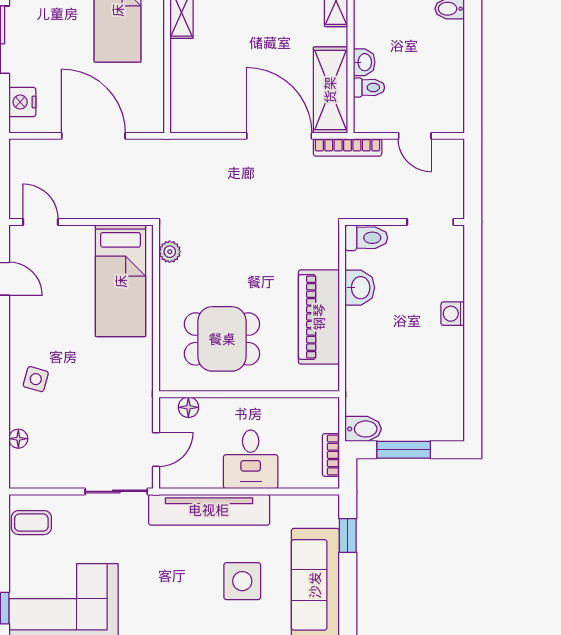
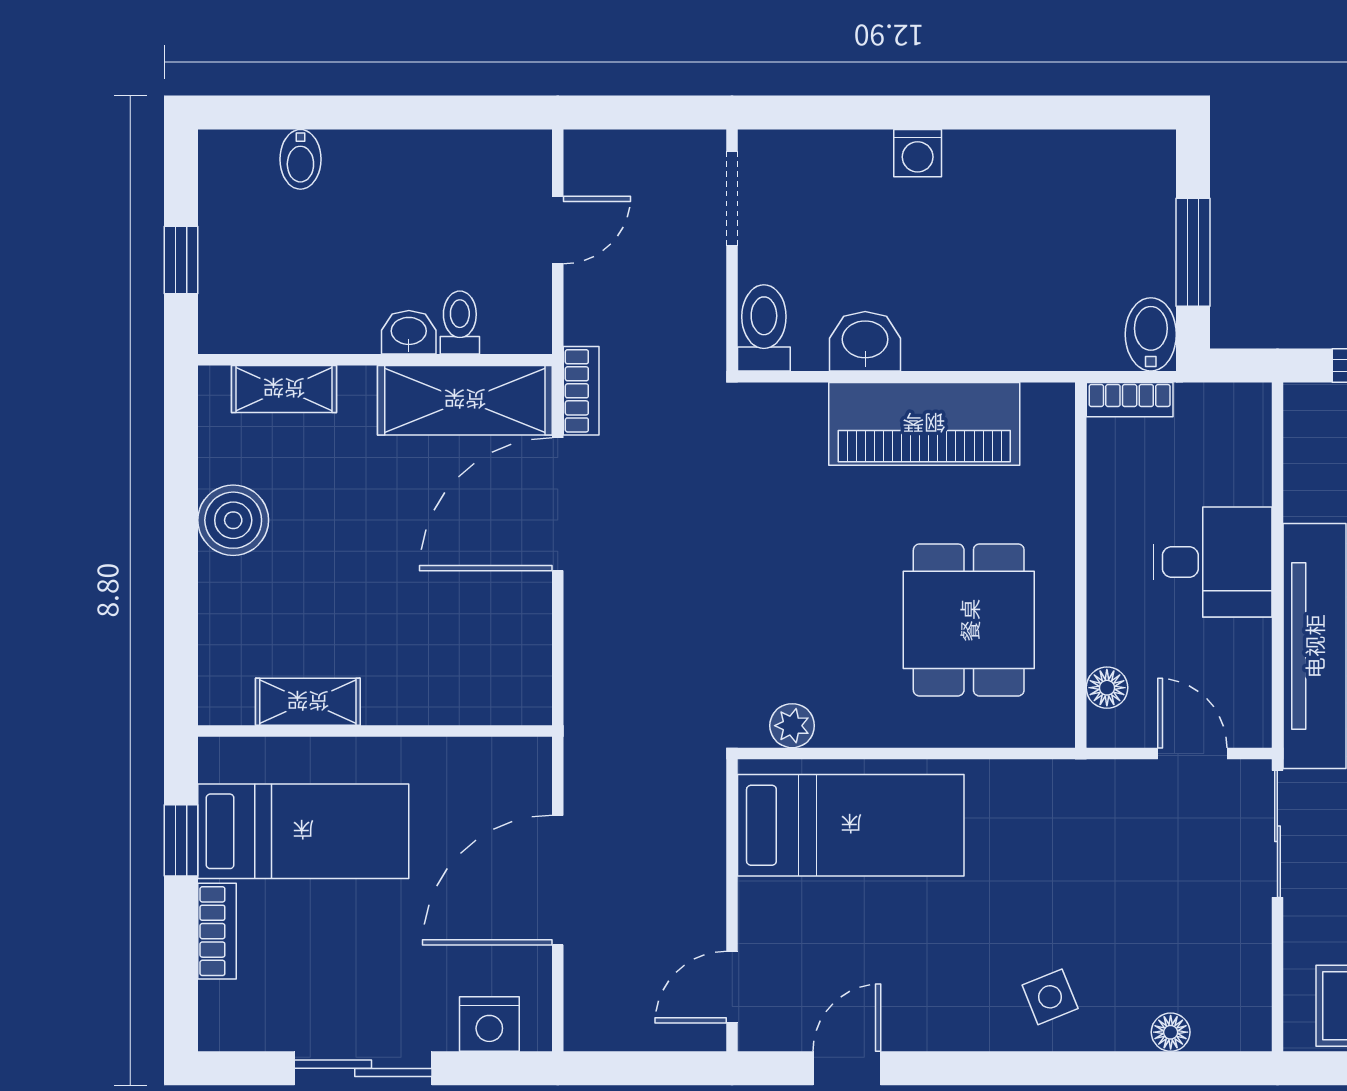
bookcase: (348, 147) -> (581, 391), width x0.64
side table: (36, 379) -> (1050, 997), turned -38
bookcase: (331, 455) -> (1130, 400), moved

